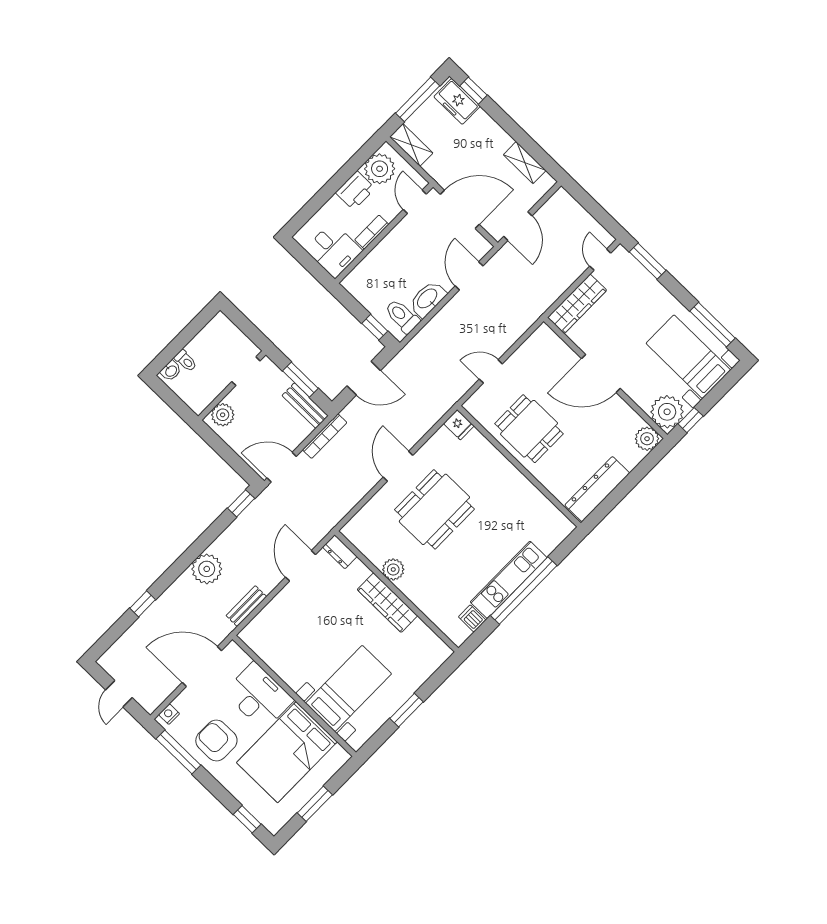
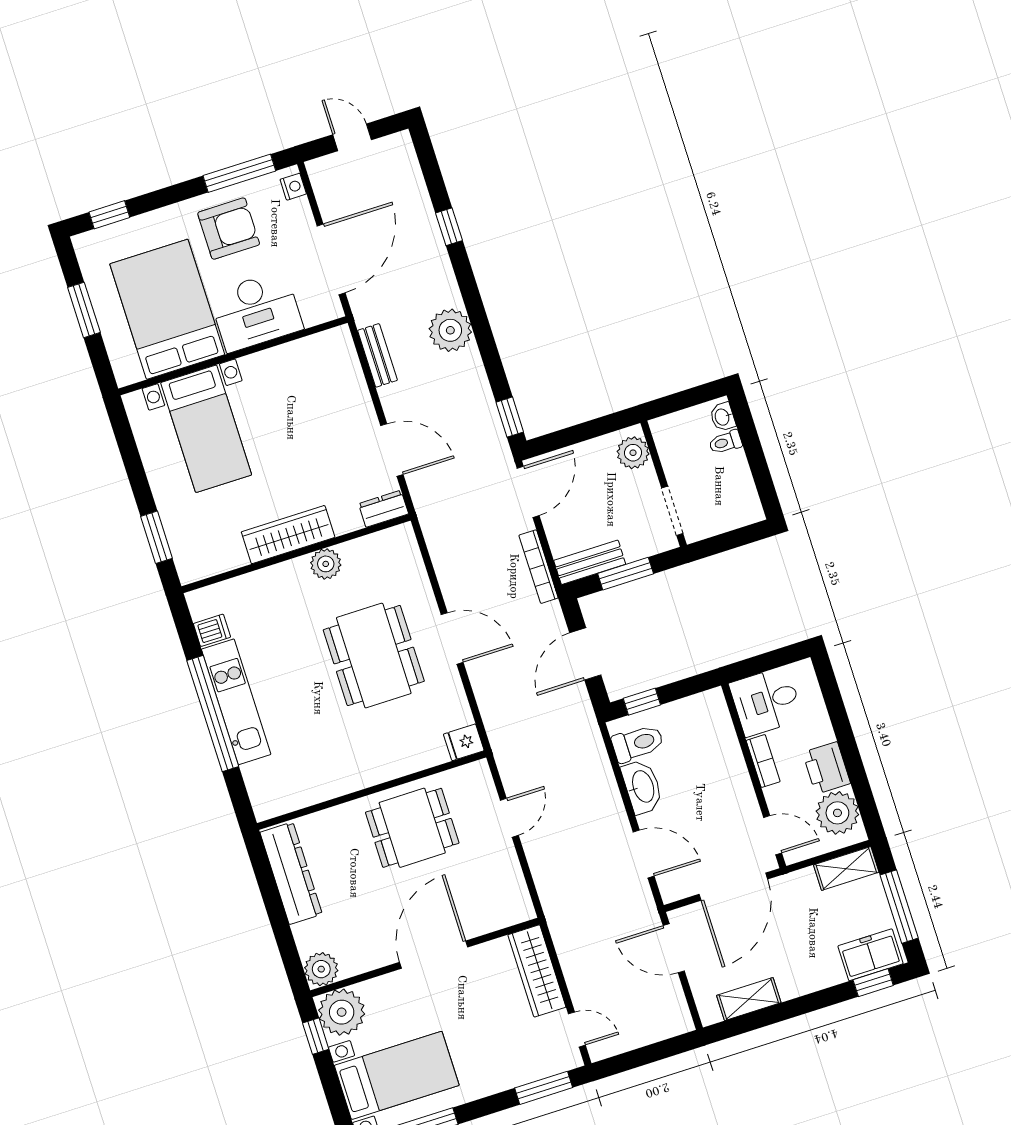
window: (407, 710) -> (156, 537), moved

